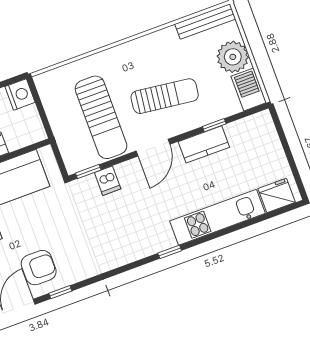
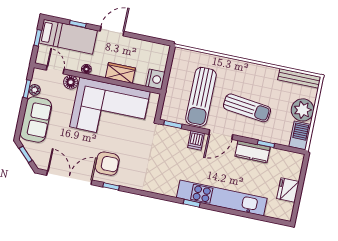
nightstand: (20, 94) -> (155, 79), moved
dishwasher: (108, 181) -> (196, 140), moved
fridge: (277, 195) -> (288, 190), moved, turned -90
kitchen unit: (218, 217) -> (222, 198), width x1.36

